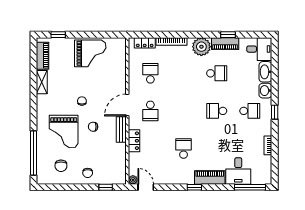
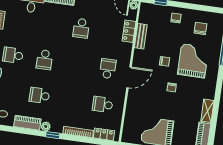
window: (228, 35) -> (53, 135), moved
plant: (201, 47) -> (46, 126), width x0.53, depth x0.53
school desk: (150, 73) -> (103, 104), turned 90
school desk: (217, 111) -> (45, 60), turned 90
bench: (121, 130) -> (141, 36), moved
locker: (134, 141) -> (129, 31), moved

